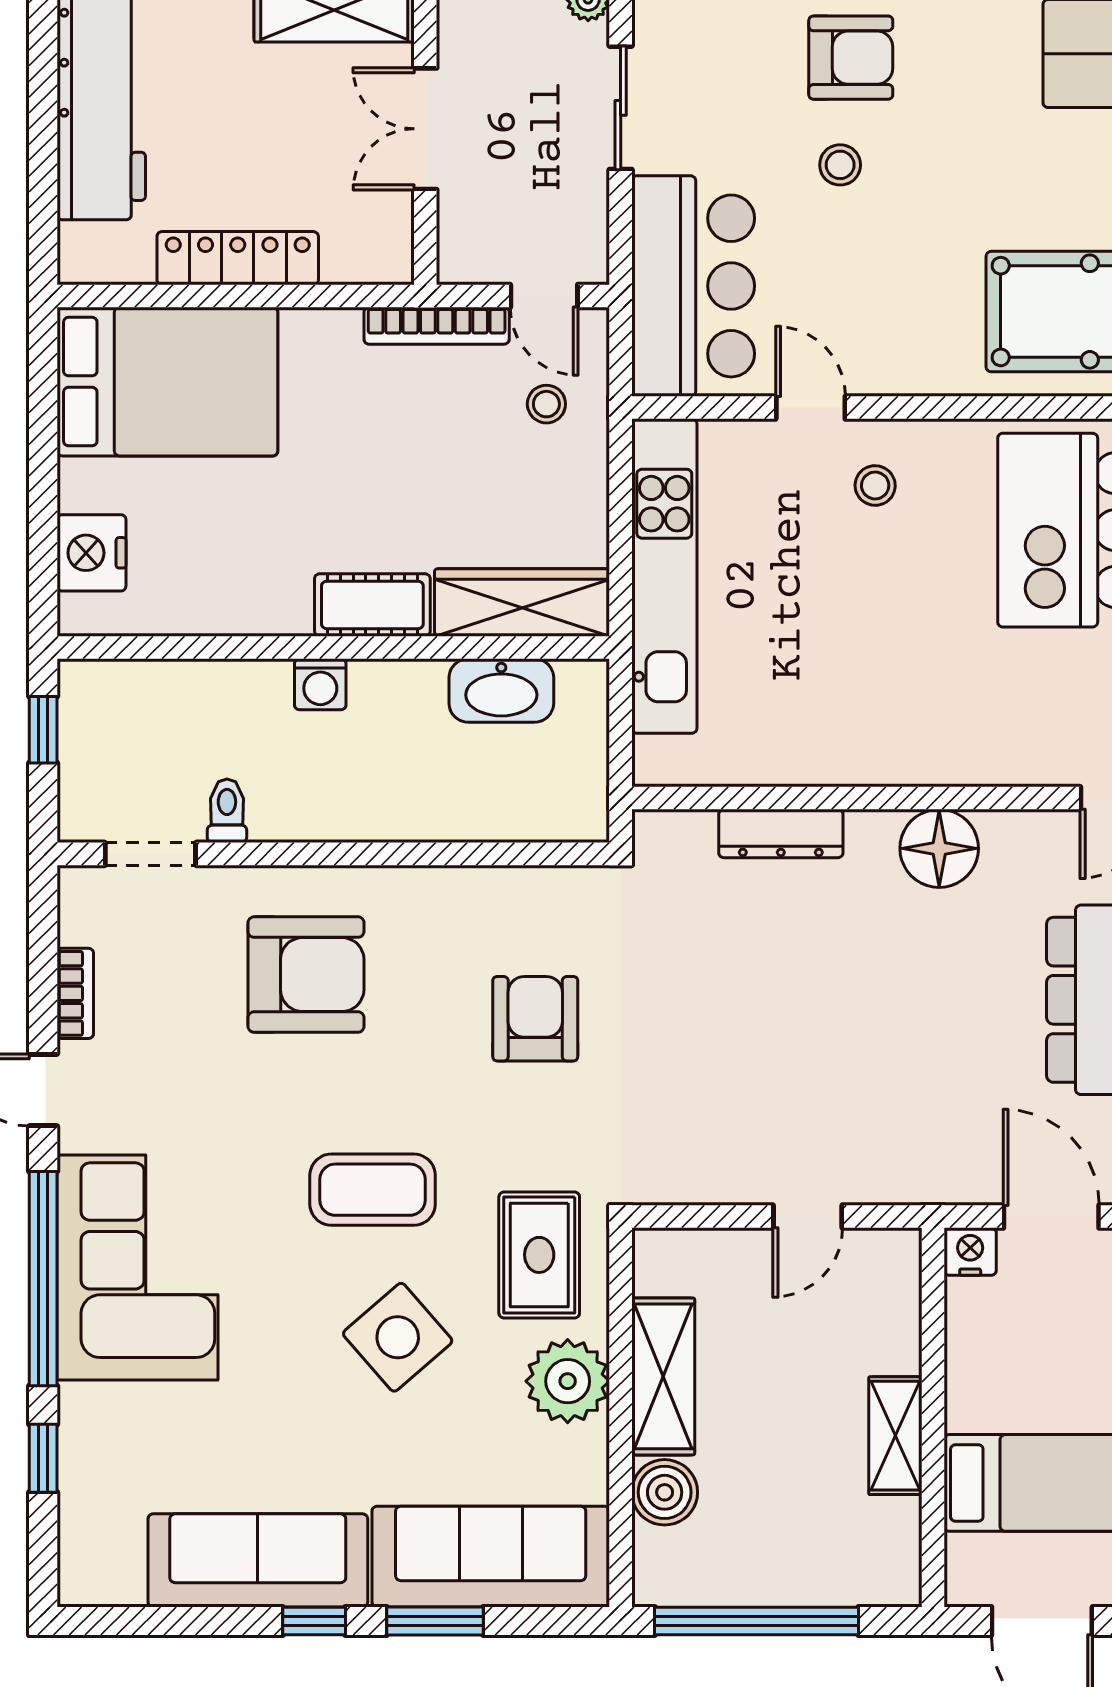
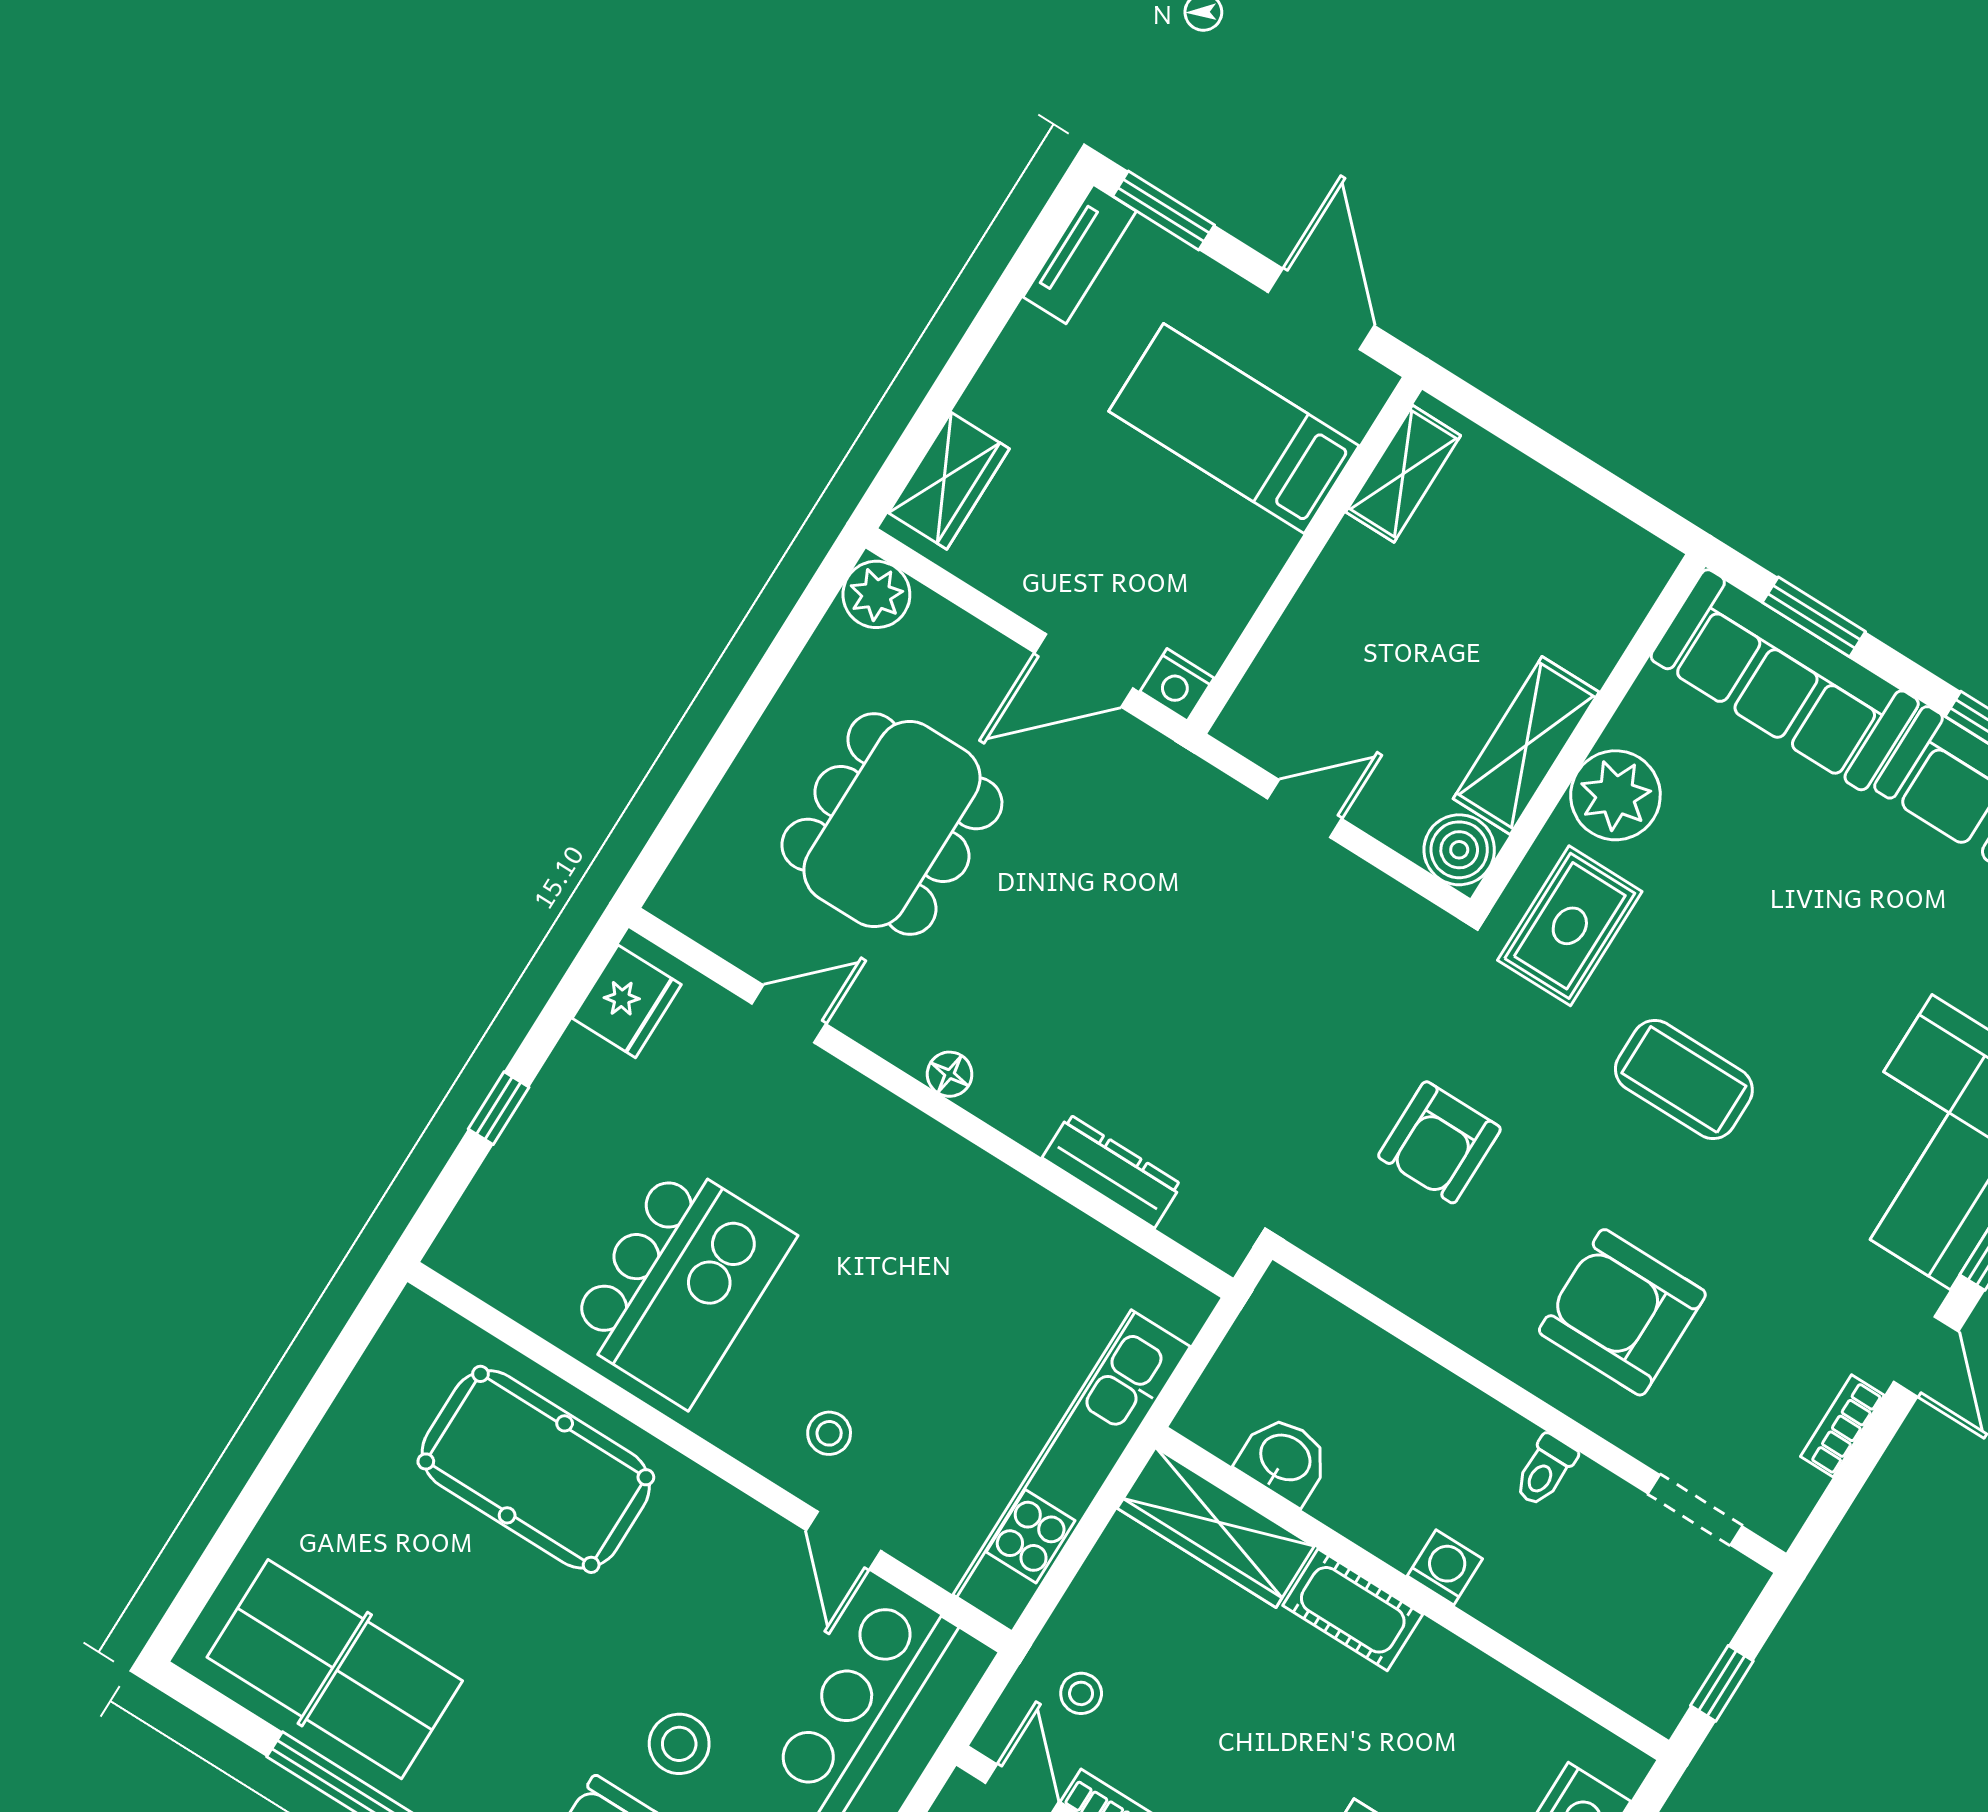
stool: (840, 165) -> (679, 1744), width x1.37, depth x1.37
washbasin: (501, 691) -> (1284, 1459), width x0.72
toilet: (227, 811) -> (1545, 1470), moved
floor lamp: (939, 848) -> (950, 1074), width x0.53, depth x0.53
door: (1051, 1217) -> (1084, 671), hinge flipped
side table: (398, 1337) -> (1745, 931), removed
shelving: (895, 1436) -> (1403, 474), moved
boiler: (665, 1492) -> (1459, 850), moved
window: (435, 1621) -> (1814, 617), moved
window: (757, 1621) -> (1580, 471), removed

